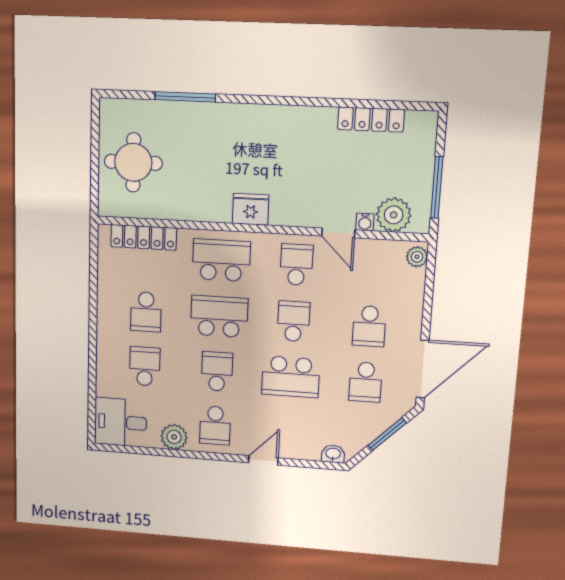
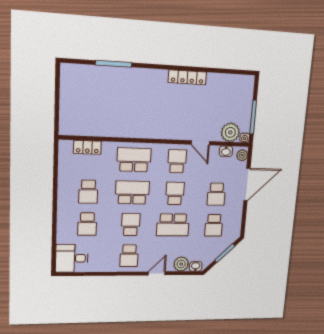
locker: (371, 119) -> (187, 77), moved
round table: (133, 162) -> (81, 102), removed
fridge: (251, 209) -> (151, 130), removed
water cooler: (365, 222) -> (245, 138), moved
locker: (144, 237) -> (87, 147), width x0.66
washbasin: (386, 249) -> (226, 151), added
school desk: (145, 366) -> (87, 224), turned 180
door: (423, 369) -> (247, 184), moved
plant: (174, 437) -> (181, 264), moved

